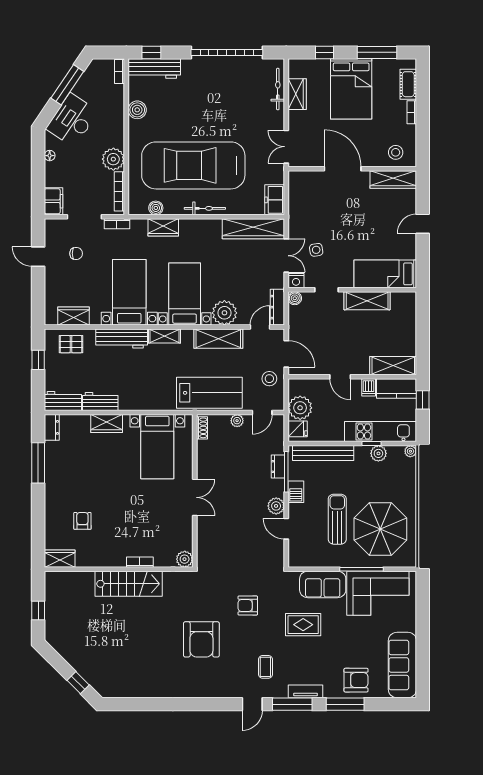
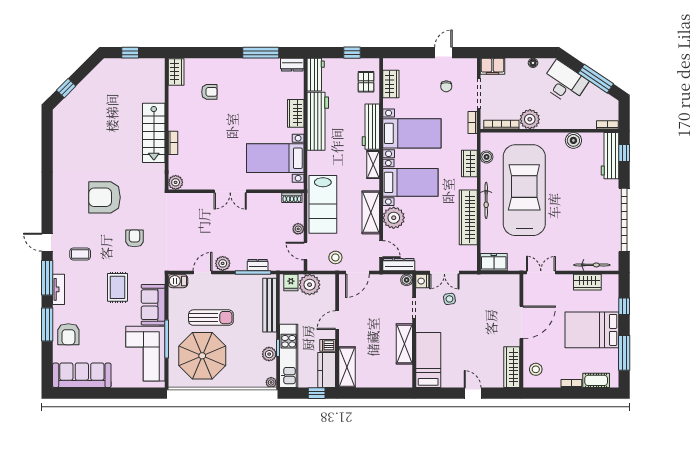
wardrobe: (253, 229) -> (468, 217), moved
workbench: (100, 402) -> (318, 121), width x1.88, depth x1.32
barbecue: (296, 492) -> (178, 281), moved

